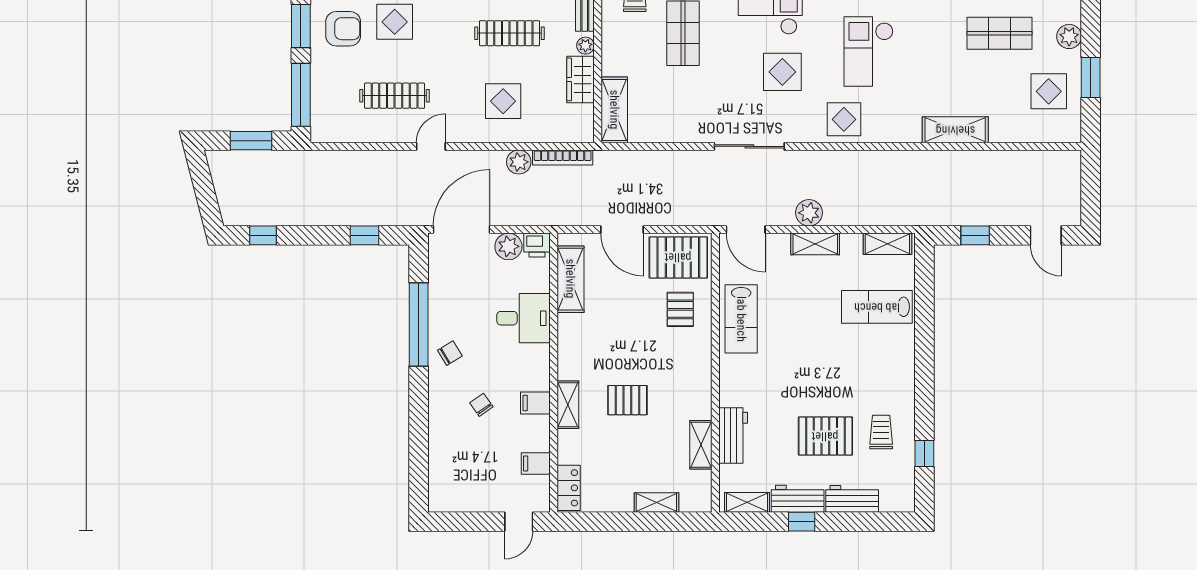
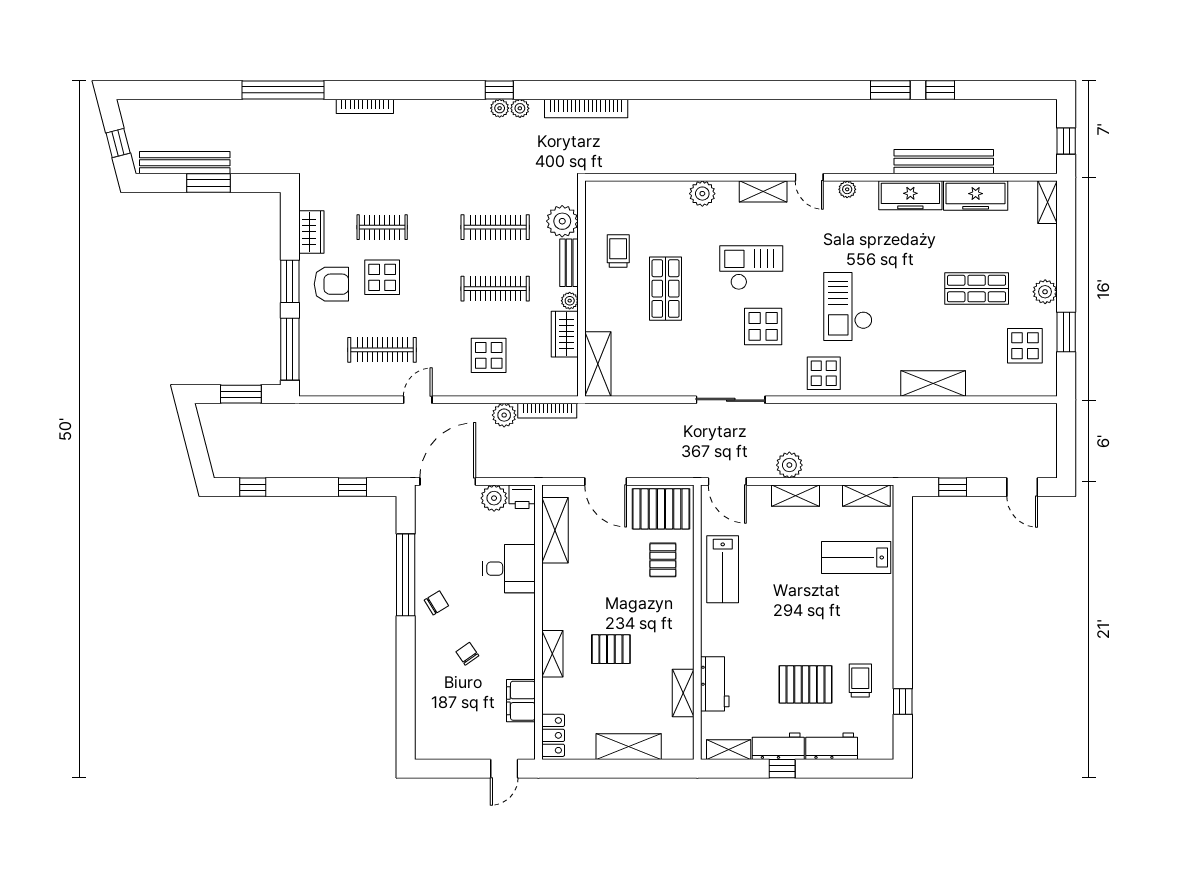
filing cabinet: (535, 403) -> (521, 652), removed
filing cabinet: (536, 463) -> (521, 701), width x2.00
shelving: (656, 503) -> (629, 747), width x1.50, depth x1.33

